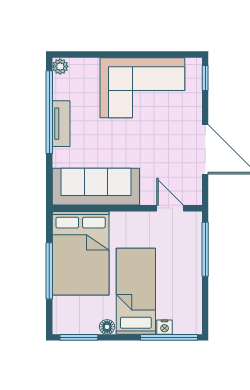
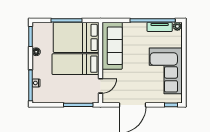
tv unit: (61, 124) -> (160, 27), moved
bed: (136, 291) -> (75, 64), moved, turned 180

